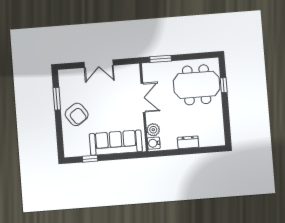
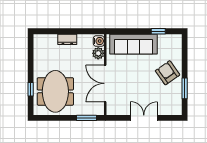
meeting table: (197, 85) -> (55, 91), turned 90
double door: (143, 98) -> (105, 83), width x1.37

